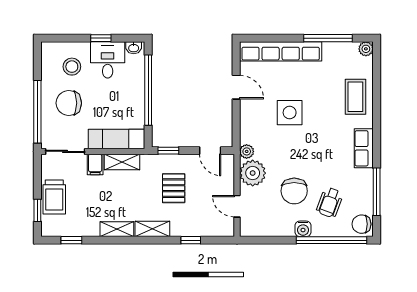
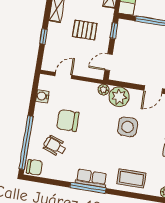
plant: (253, 173) -> (119, 97), moved
window: (377, 192) -> (88, 188), moved
chair: (361, 224) -> (34, 167), turned 90
water cooler: (303, 229) -> (42, 96), moved

